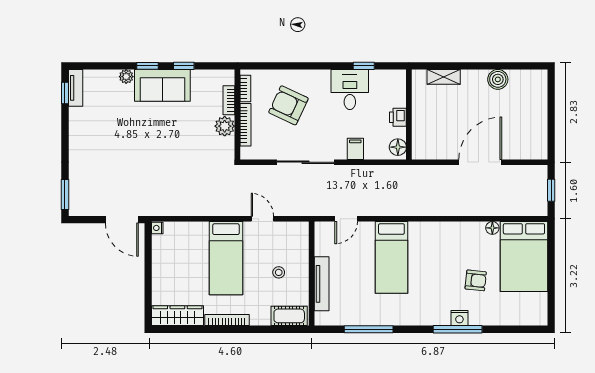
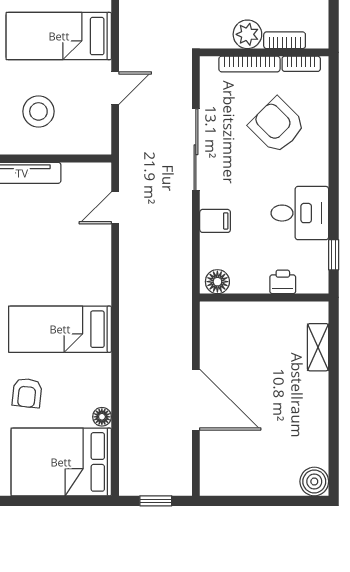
window: (364, 66) -> (334, 255), moved
boiler: (498, 79) -> (314, 481), moved
armchair: (288, 105) -> (277, 125), turned -70
printer: (398, 117) -> (283, 282), moved
door: (346, 219) -> (115, 208), hinge flipped
bed: (391, 257) -> (60, 329), moved
stool: (279, 272) -> (38, 111), width x1.89, depth x1.89

